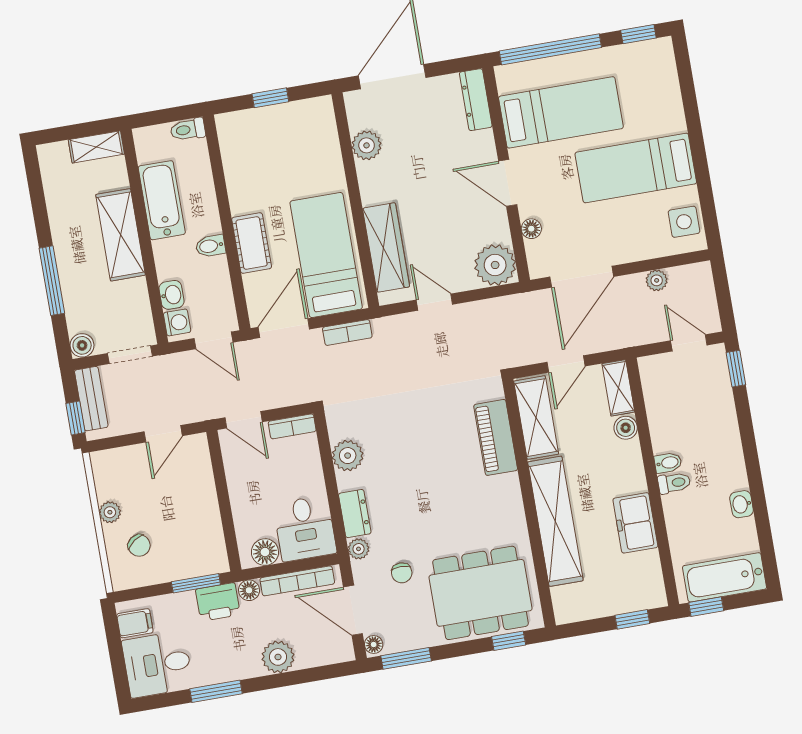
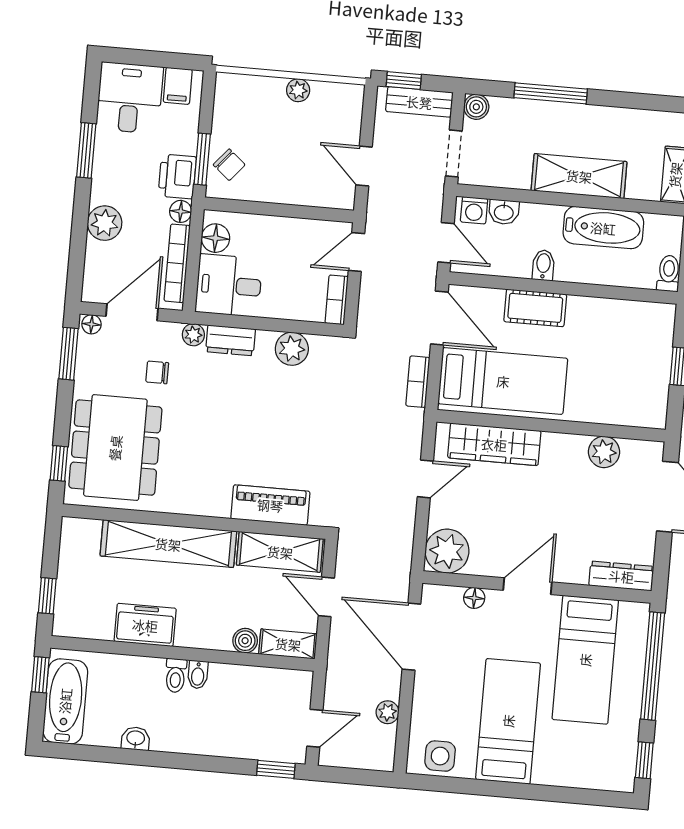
door: (214, 340) -> (446, 243), swing flipped
chair: (139, 545) -> (229, 165), moved, turned -105

